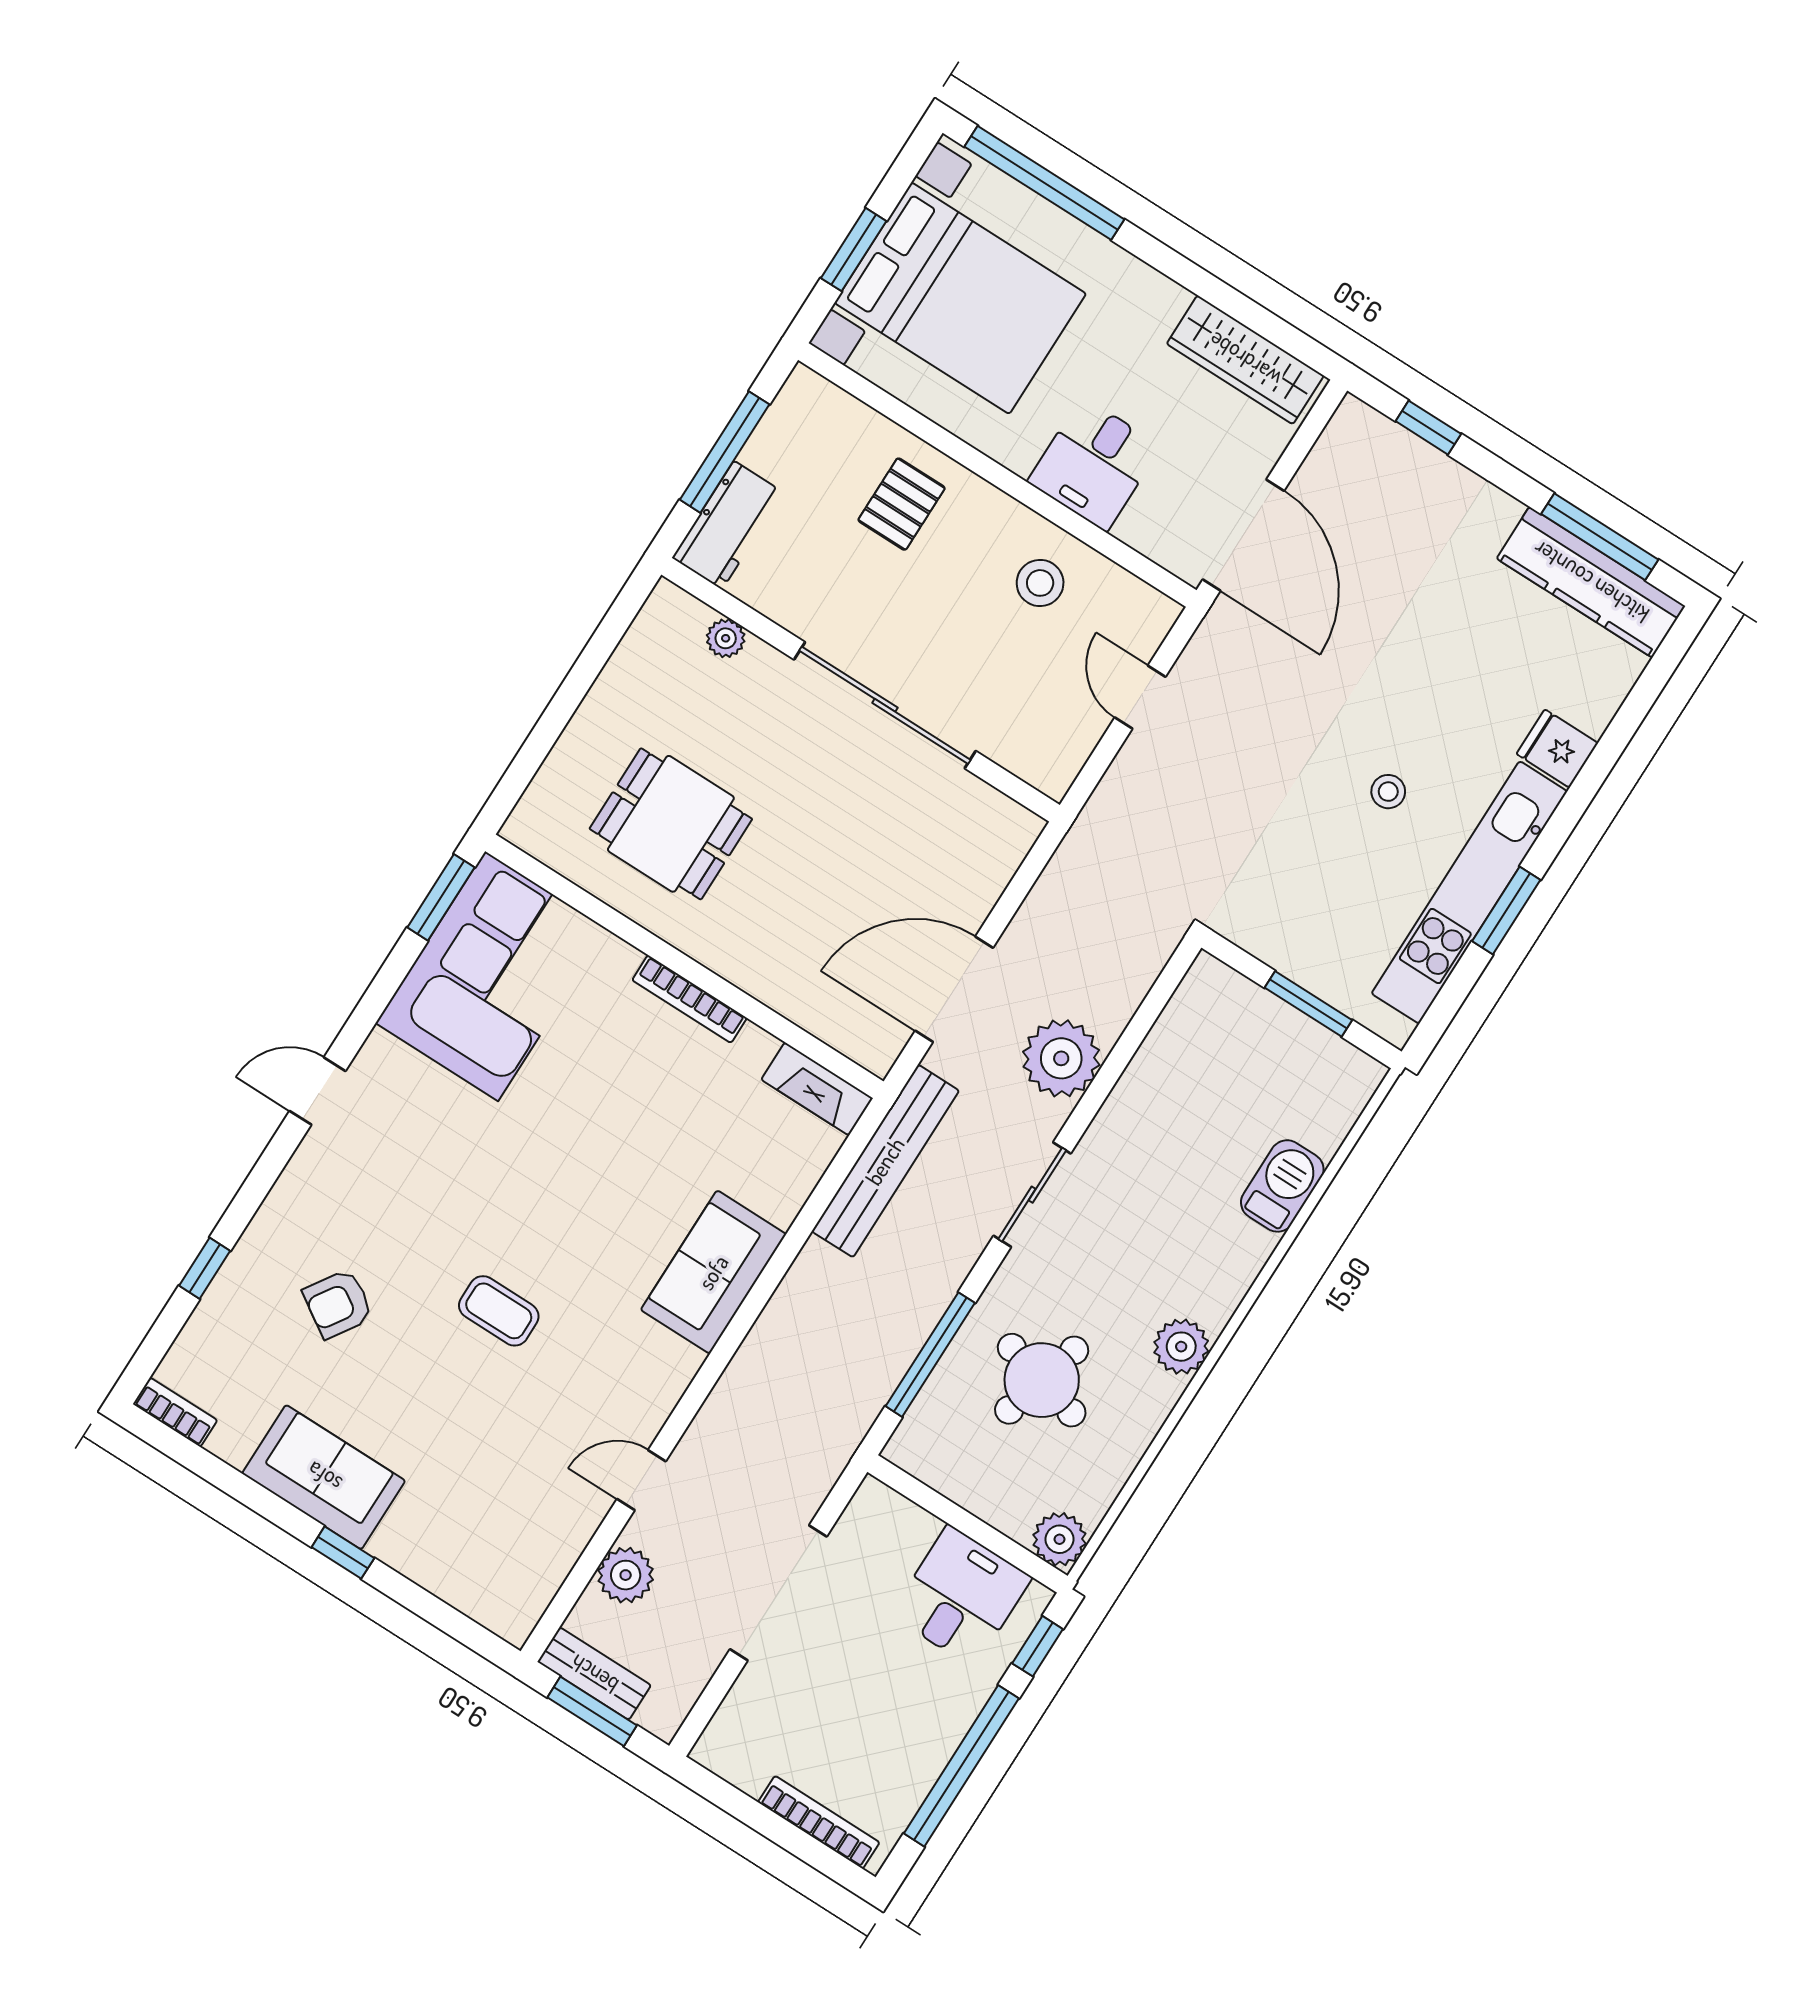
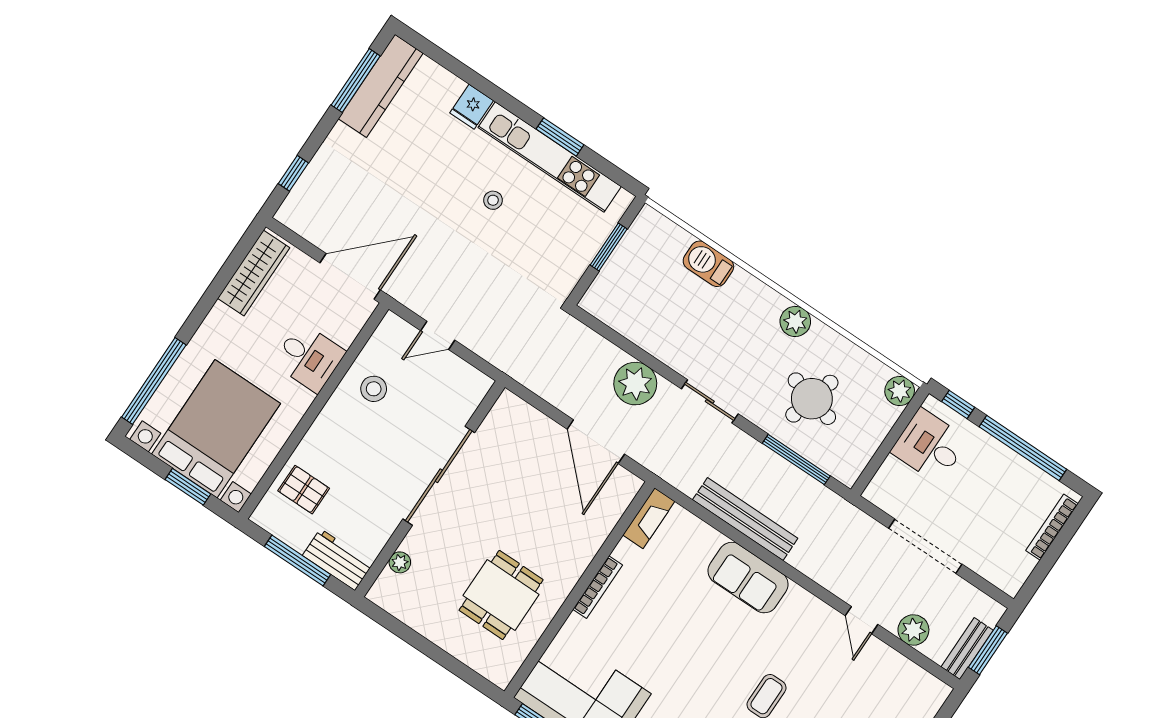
pallet: (902, 504) -> (304, 490), moved
bench: (885, 1161) -> (745, 519), moved

